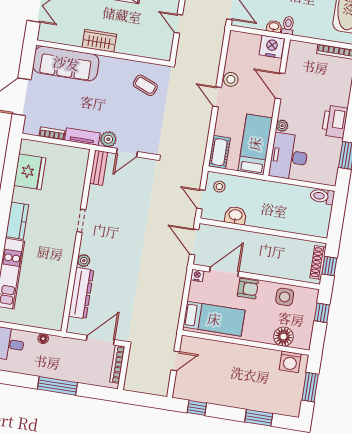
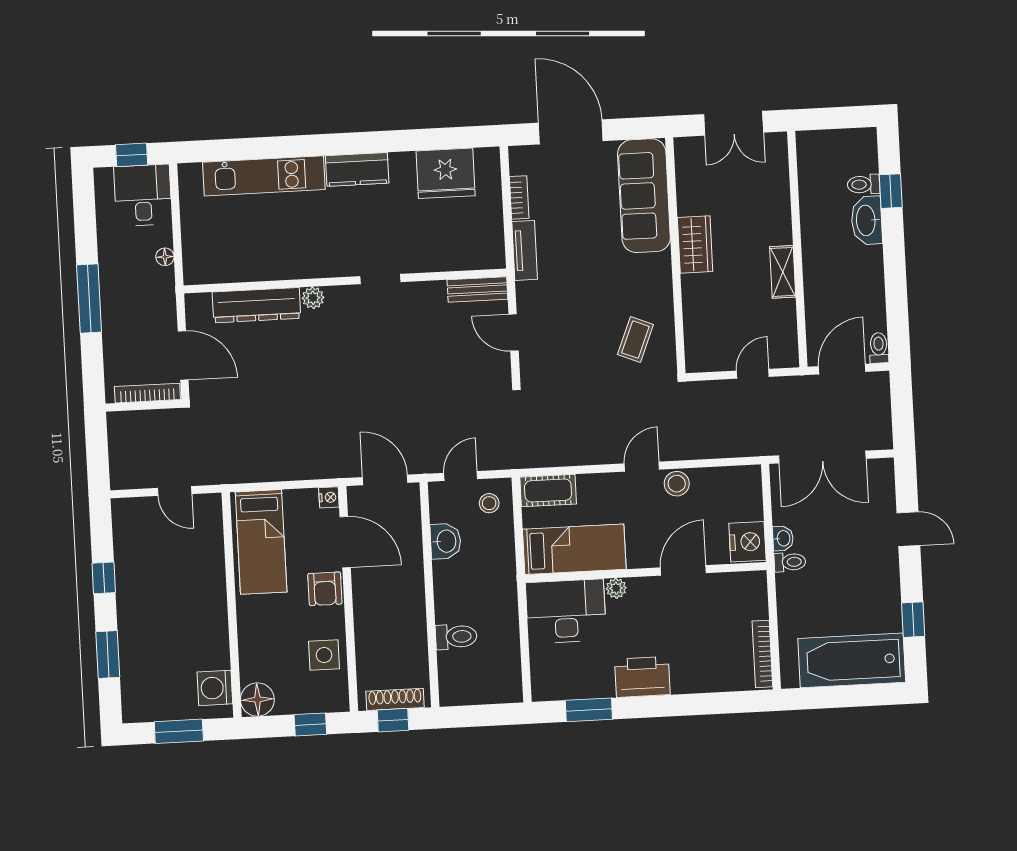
plant: (108, 139) -> (530, 296), removed
toilet: (322, 196) -> (456, 637), moved, turned 90
door: (194, 242) -> (385, 480), hinge flipped
floor lamp: (283, 337) -> (257, 700), moved
window: (197, 408) -> (104, 578), moved

